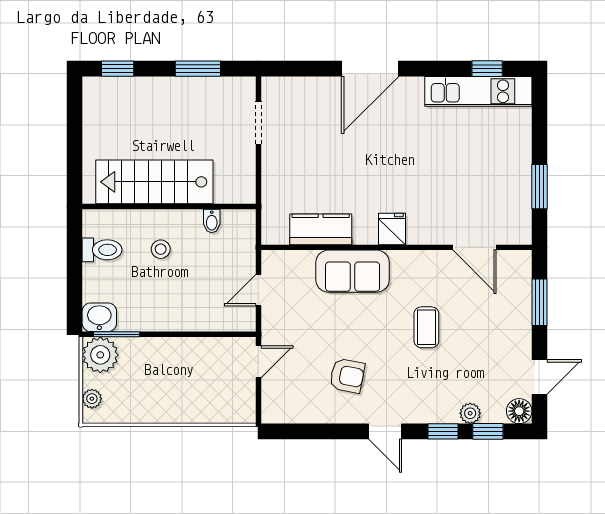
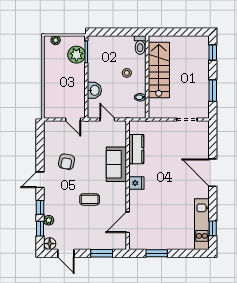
toilet: (102, 250) -> (140, 45), moved
washbasin: (99, 317) -> (94, 90), moved
plant: (100, 355) -> (76, 55), moved

